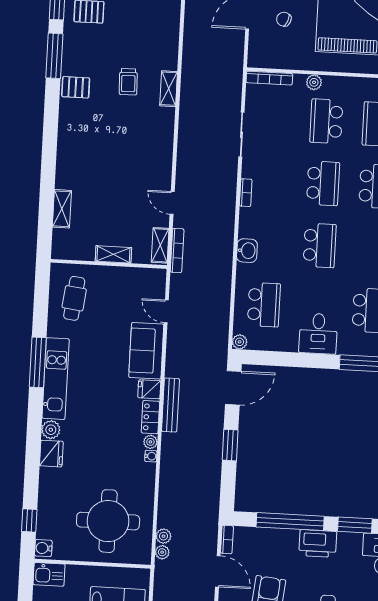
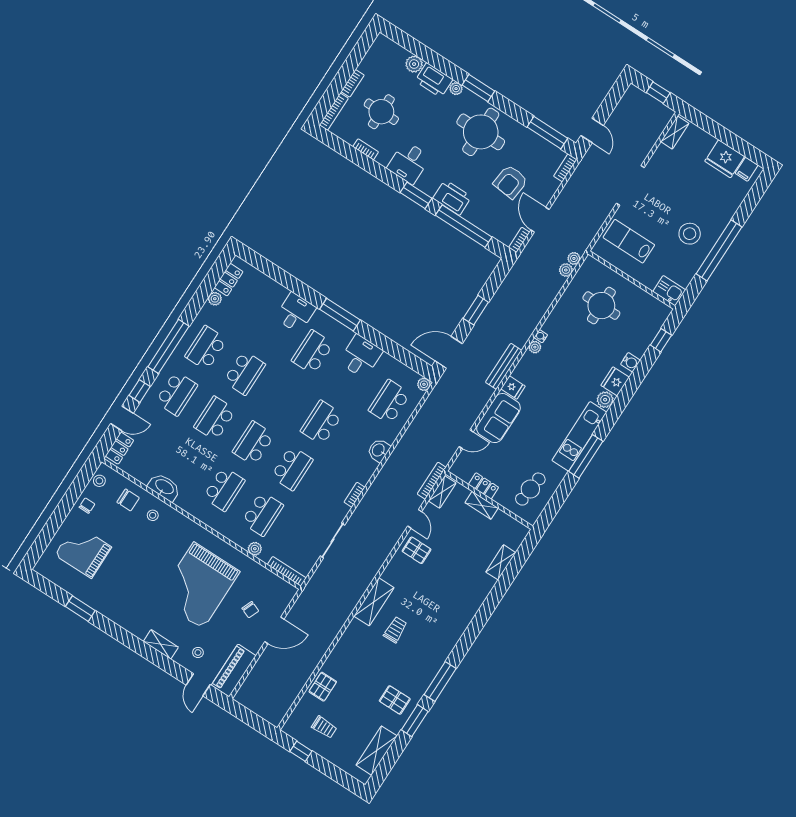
pallet: (76, 87) -> (417, 550), moved
shelving: (169, 89) -> (374, 602), width x1.50, depth x1.33
school desk: (323, 183) -> (292, 468), turned 180
door: (166, 311) -> (466, 439), hinge flipped
locker: (150, 417) -> (483, 486), moved, turned -90
round table: (108, 521) -> (601, 306), width x0.73, depth x0.73
water cooler: (43, 548) -> (630, 362), moved

